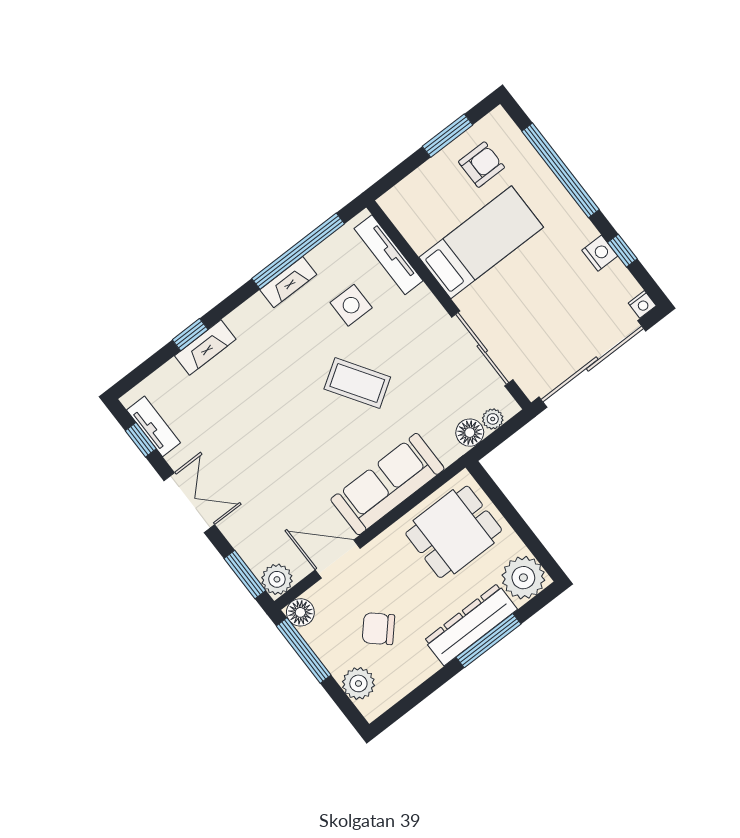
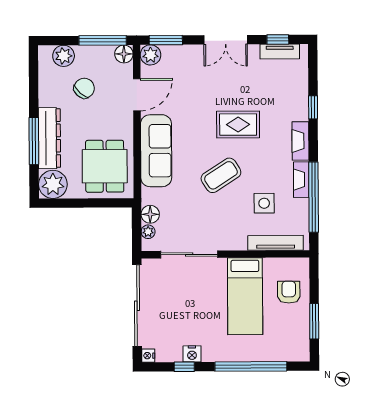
armchair: (481, 165) -> (289, 292), moved, turned 180
fireplace: (205, 348) -> (300, 141), moved
rug: (280, 409) -> (238, 125), added

